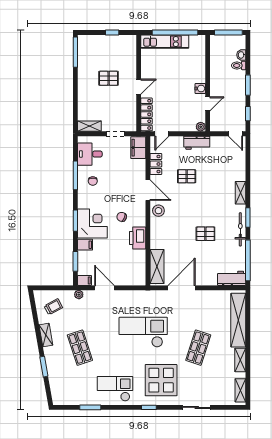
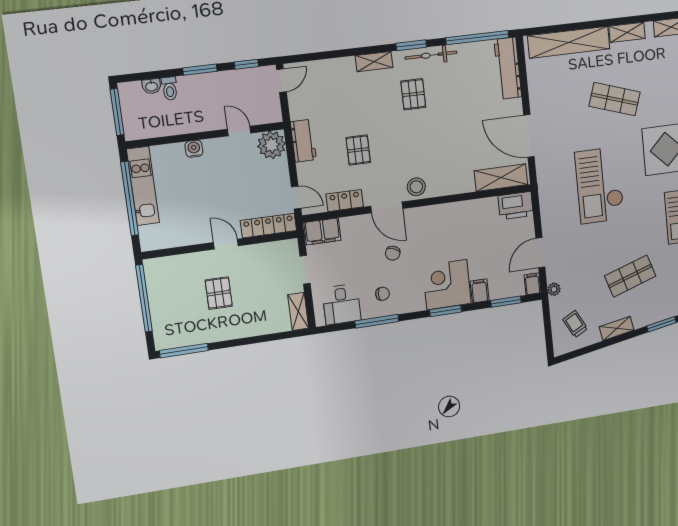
window: (112, 32) -> (144, 298), width x3.17
kitchen unit: (165, 42) -> (143, 186), moved
water cooler: (200, 88) -> (194, 149), moved
plant: (201, 127) -> (272, 145), width x1.87, depth x1.87
door: (148, 190) -> (387, 207), swing flipped
chair: (122, 217) -> (393, 253), moved
pallet: (205, 234) -> (413, 94), moved
printer: (138, 238) -> (516, 206), moved
workbench: (232, 278) -> (508, 68), width x1.38

